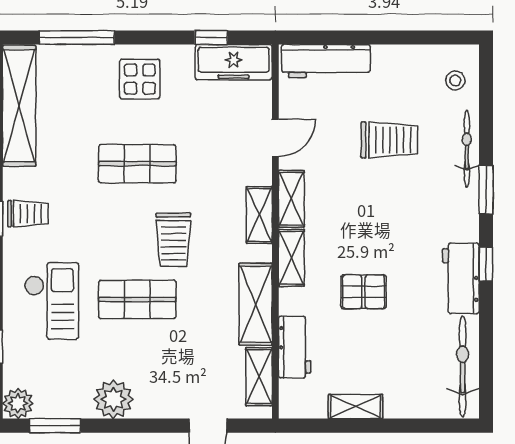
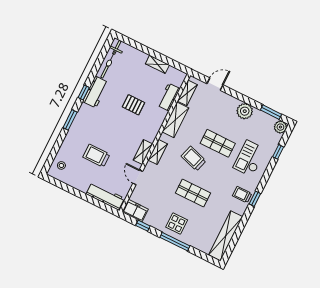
window: (77, 38) -> (175, 242), moved
freezer: (234, 62) -> (135, 211), width x0.71
door: (275, 138) -> (138, 177), hinge flipped
bicycle: (467, 149) -> (70, 138), removed
trolley: (173, 240) -> (194, 159), turned -73
shelving: (291, 258) -> (154, 130), removed

